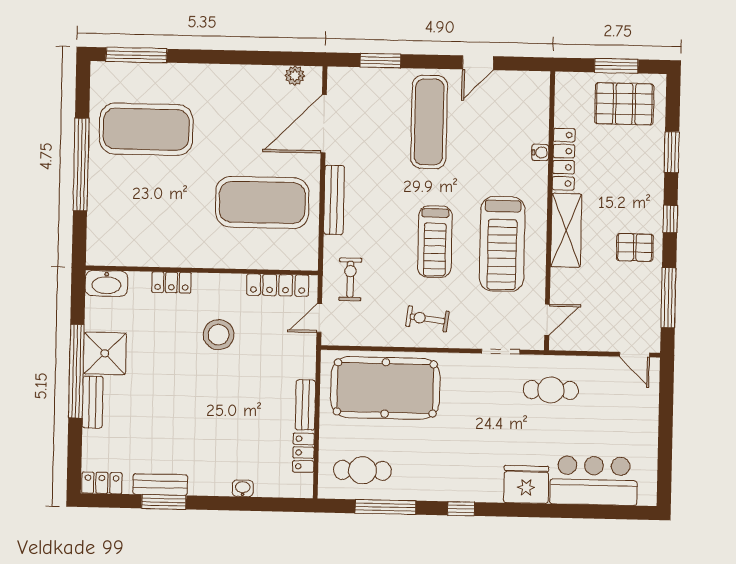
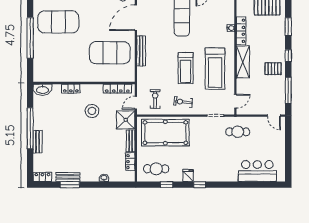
exercise bike: (350, 279) -> (155, 99), moved
shower: (105, 353) -> (126, 120), moved
fridge: (526, 484) -> (188, 175), moved, width x0.53, depth x0.75
window: (385, 507) -> (167, 185), width x0.46

